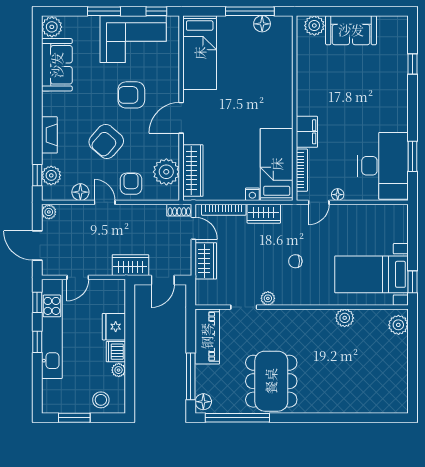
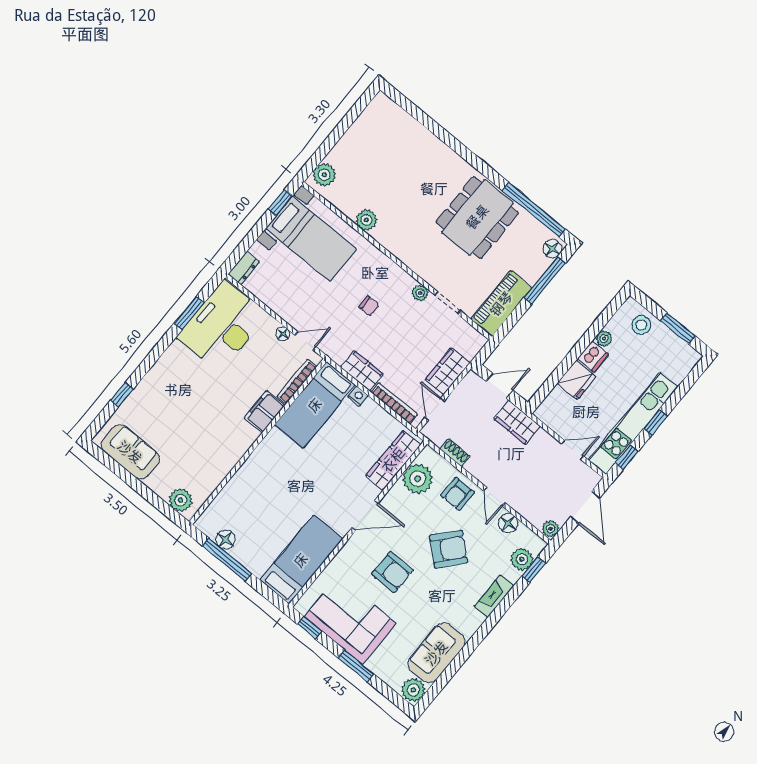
sofa: (351, 30) -> (130, 452), moved
shoe rack: (179, 210) -> (455, 453), moved
dresser: (401, 217) -> (244, 268), added

